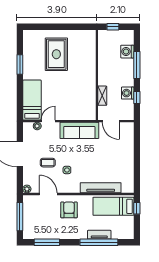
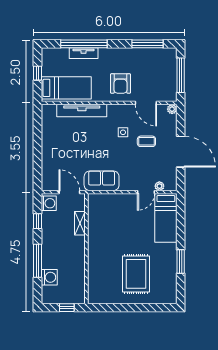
washing machine: (128, 93) -> (49, 203), moved
sofa: (79, 130) -> (102, 181), width x0.73
window: (137, 208) -> (37, 73), moved

